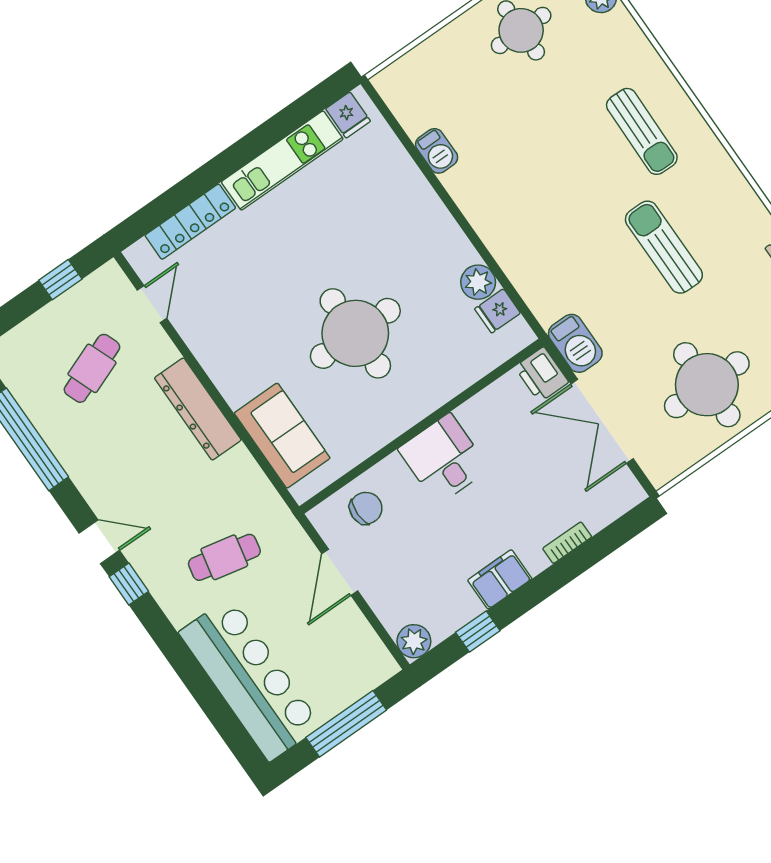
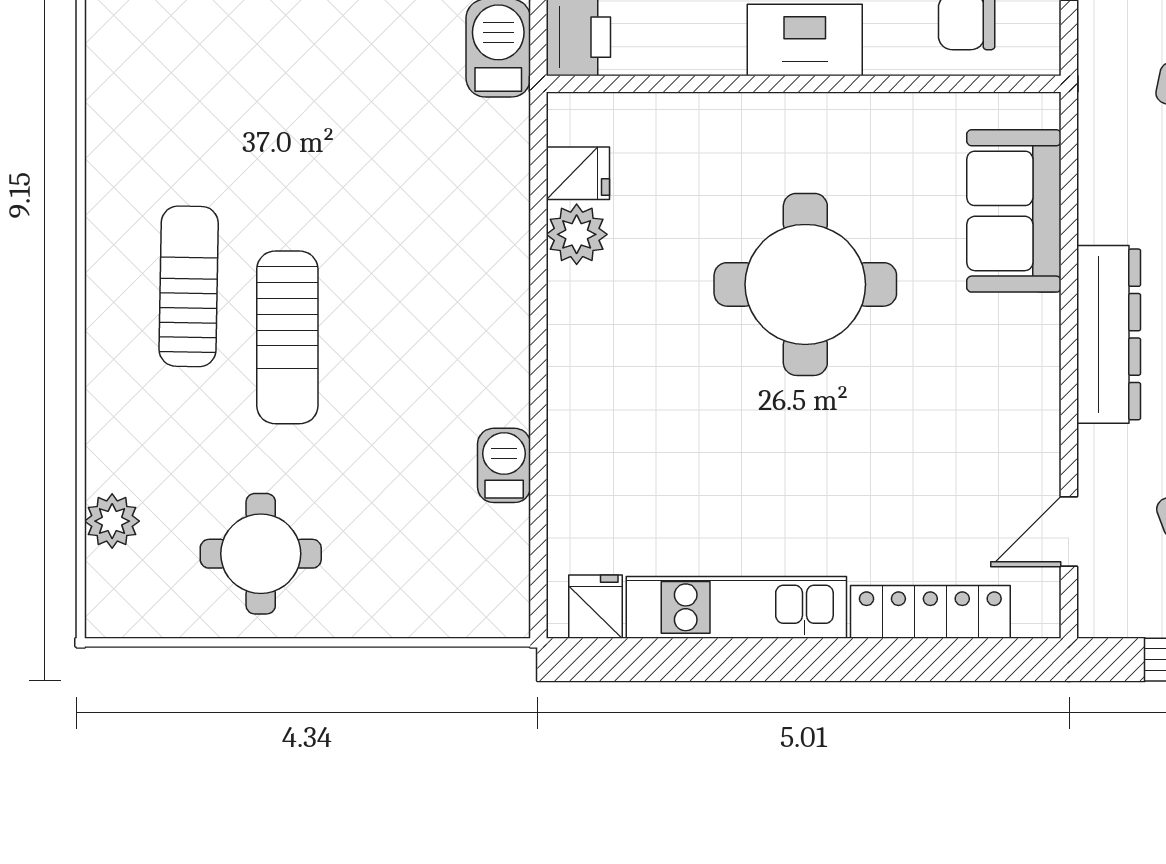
sun lounger: (664, 247) -> (287, 337), moved

